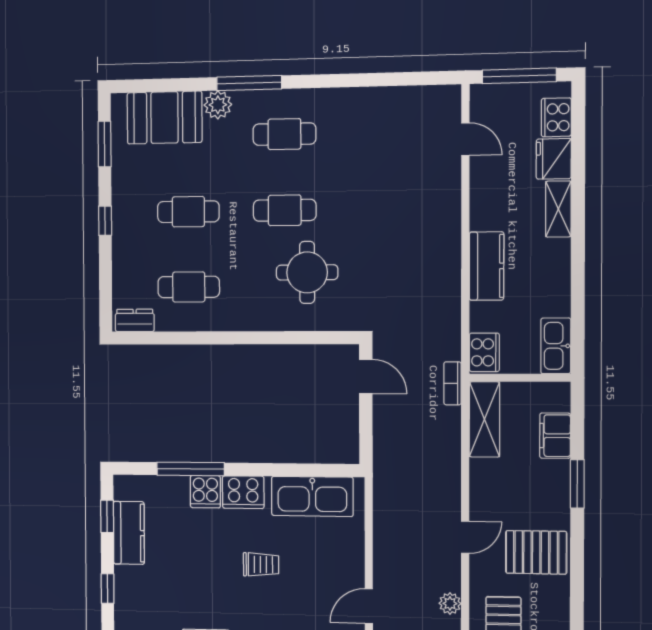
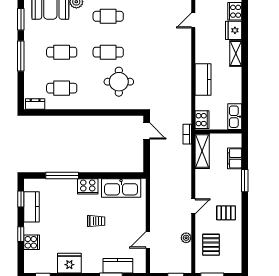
door: (465, 139) -> (193, 20), swing flipped
window: (105, 221) -> (21, 56), width x2.17
cooker: (205, 492) -> (32, 242), moved, turned -90
pallet: (536, 552) -> (226, 213), width x0.67, depth x0.71

